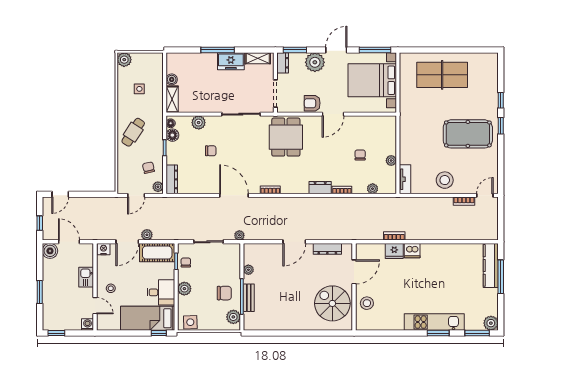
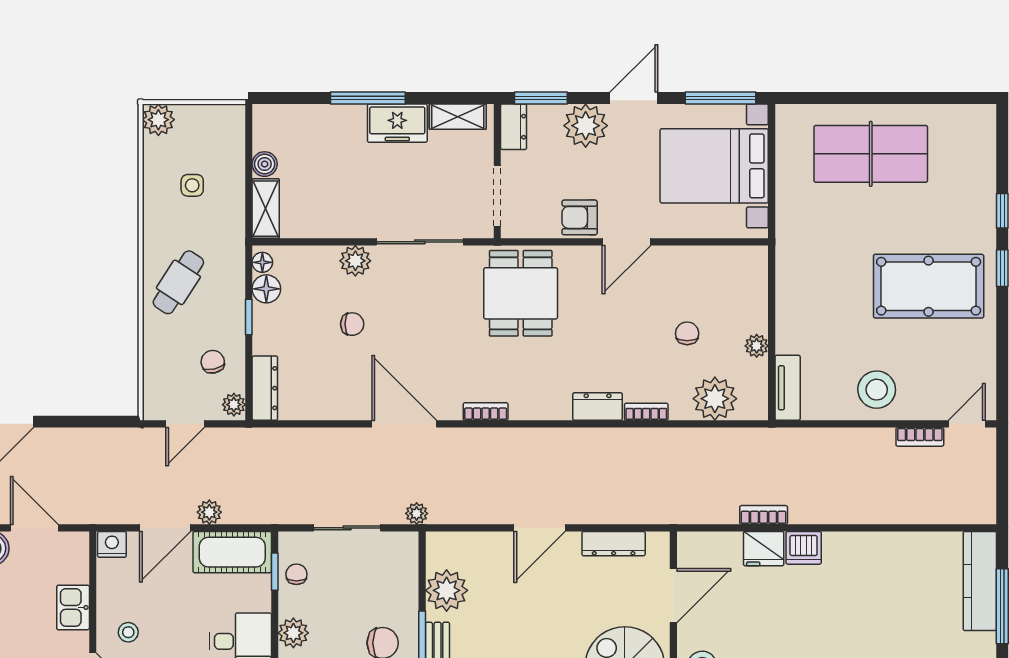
plant: (199, 123) -> (355, 261), moved
plant: (373, 189) -> (715, 399), width x1.88, depth x1.88
plant: (248, 270) -> (447, 590), width x1.87, depth x1.87

